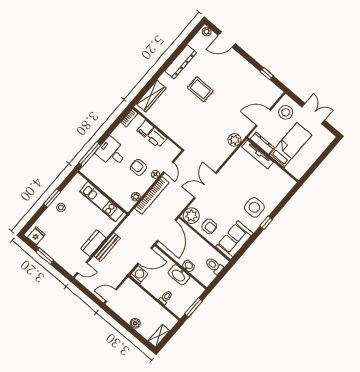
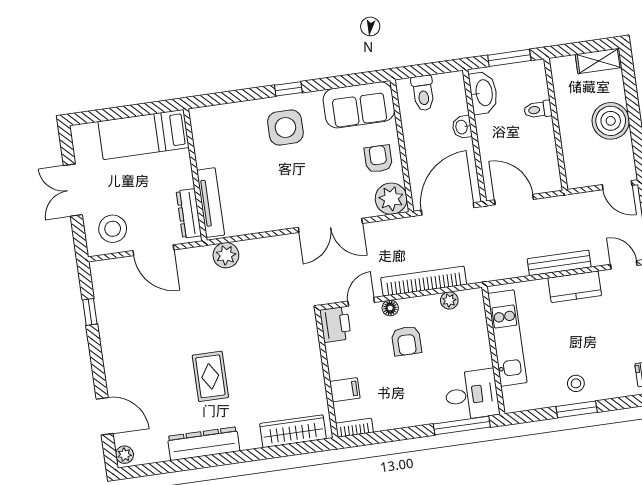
printer: (156, 138) -> (335, 324), moved
bed: (290, 145) -> (144, 134), moved
desk: (112, 152) -> (472, 395), moved, turned -90
washing machine: (139, 275) -> (548, 179), removed
washbasin: (179, 275) -> (483, 93), moved
boiler: (135, 323) -> (611, 121), width x1.86, depth x1.86

